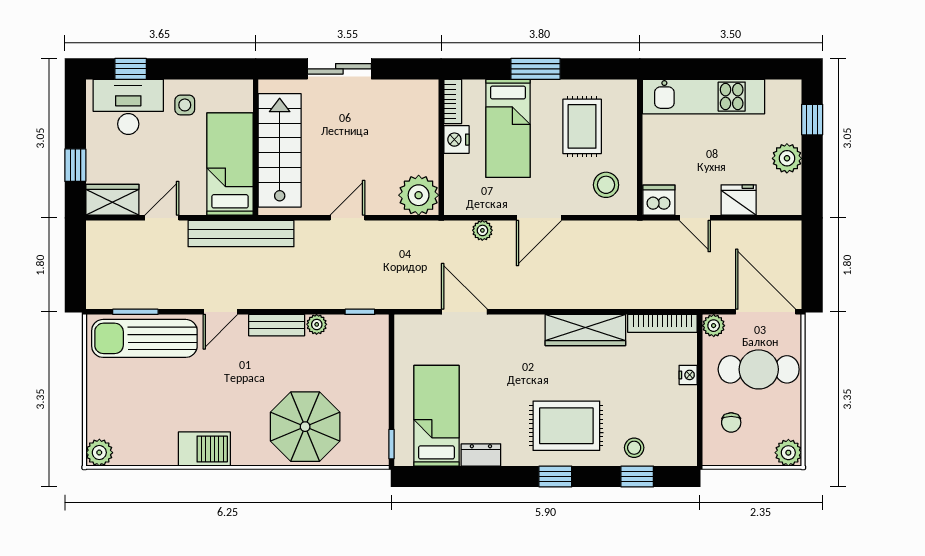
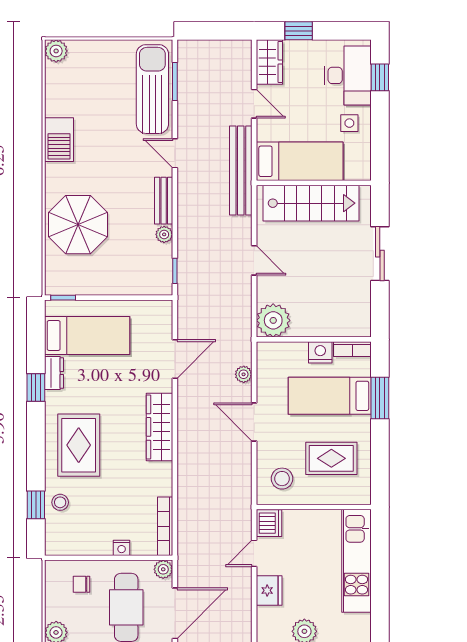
window: (535, 69) -> (380, 398), moved
wardrobe: (585, 330) -> (159, 427), moved
window: (555, 476) -> (36, 387), moved

